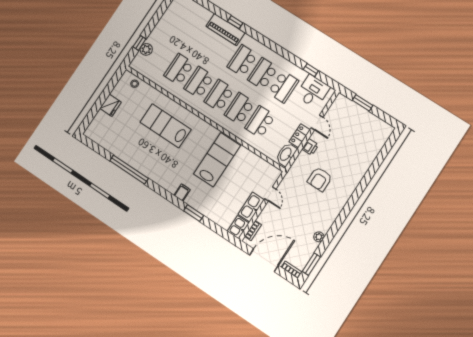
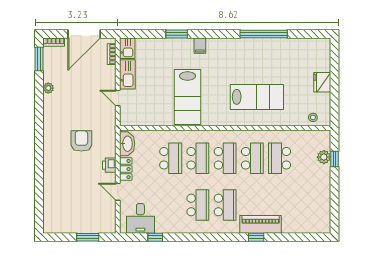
school desk: (179, 69) -> (280, 158), turned 180
school desk: (283, 87) -> (171, 205), removed

